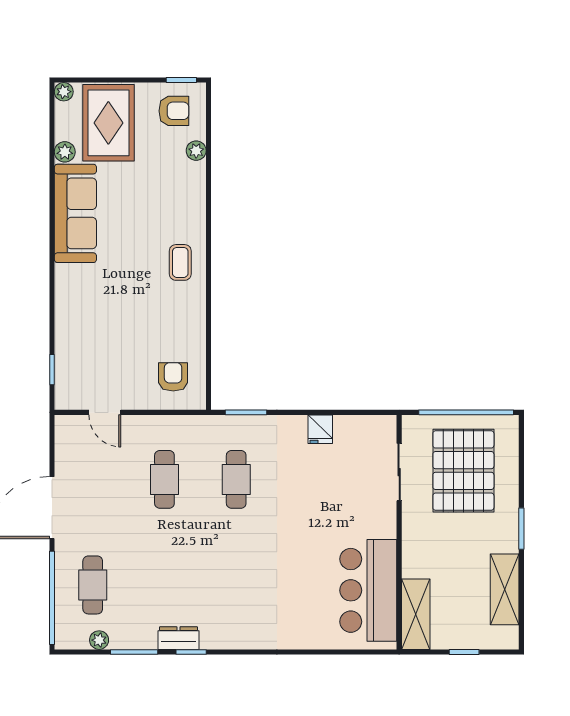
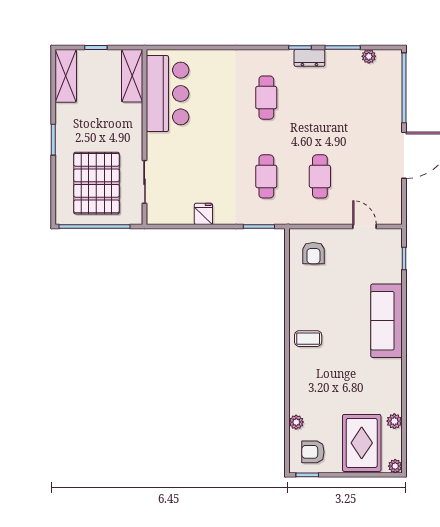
sofa: (75, 213) -> (386, 321), moved
coffee table: (180, 262) -> (308, 339), turned 90
cafe table: (93, 585) -> (266, 98), moved
shelving: (505, 589) -> (66, 76), moved

